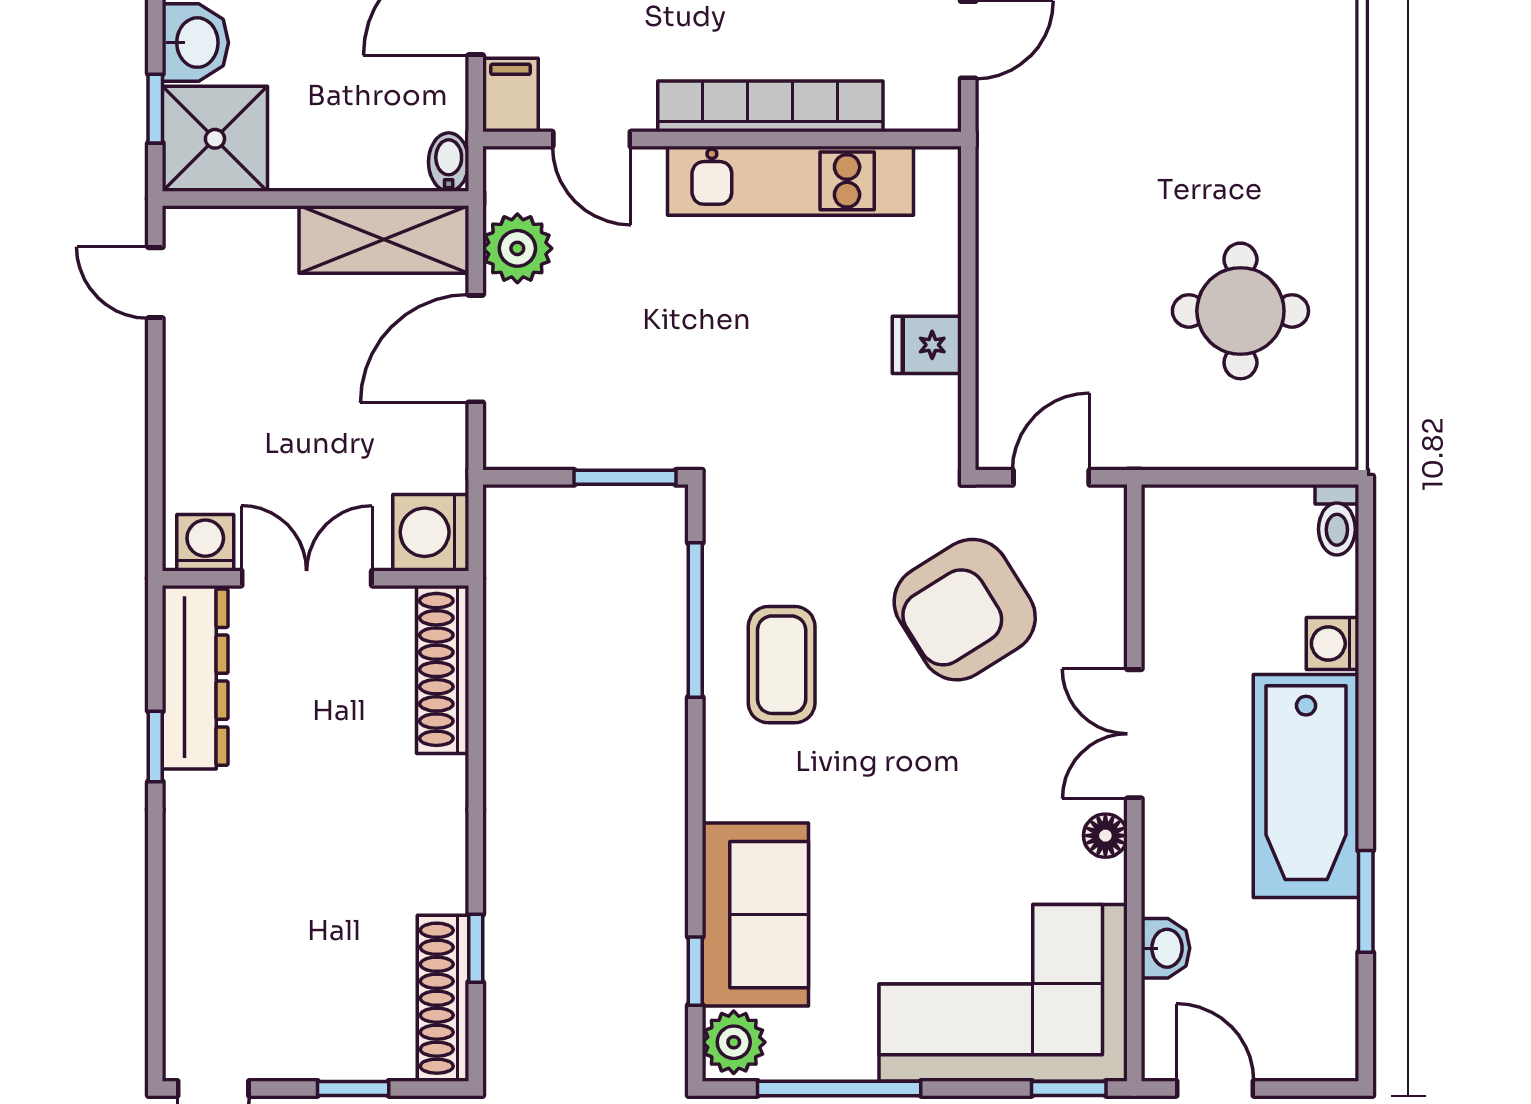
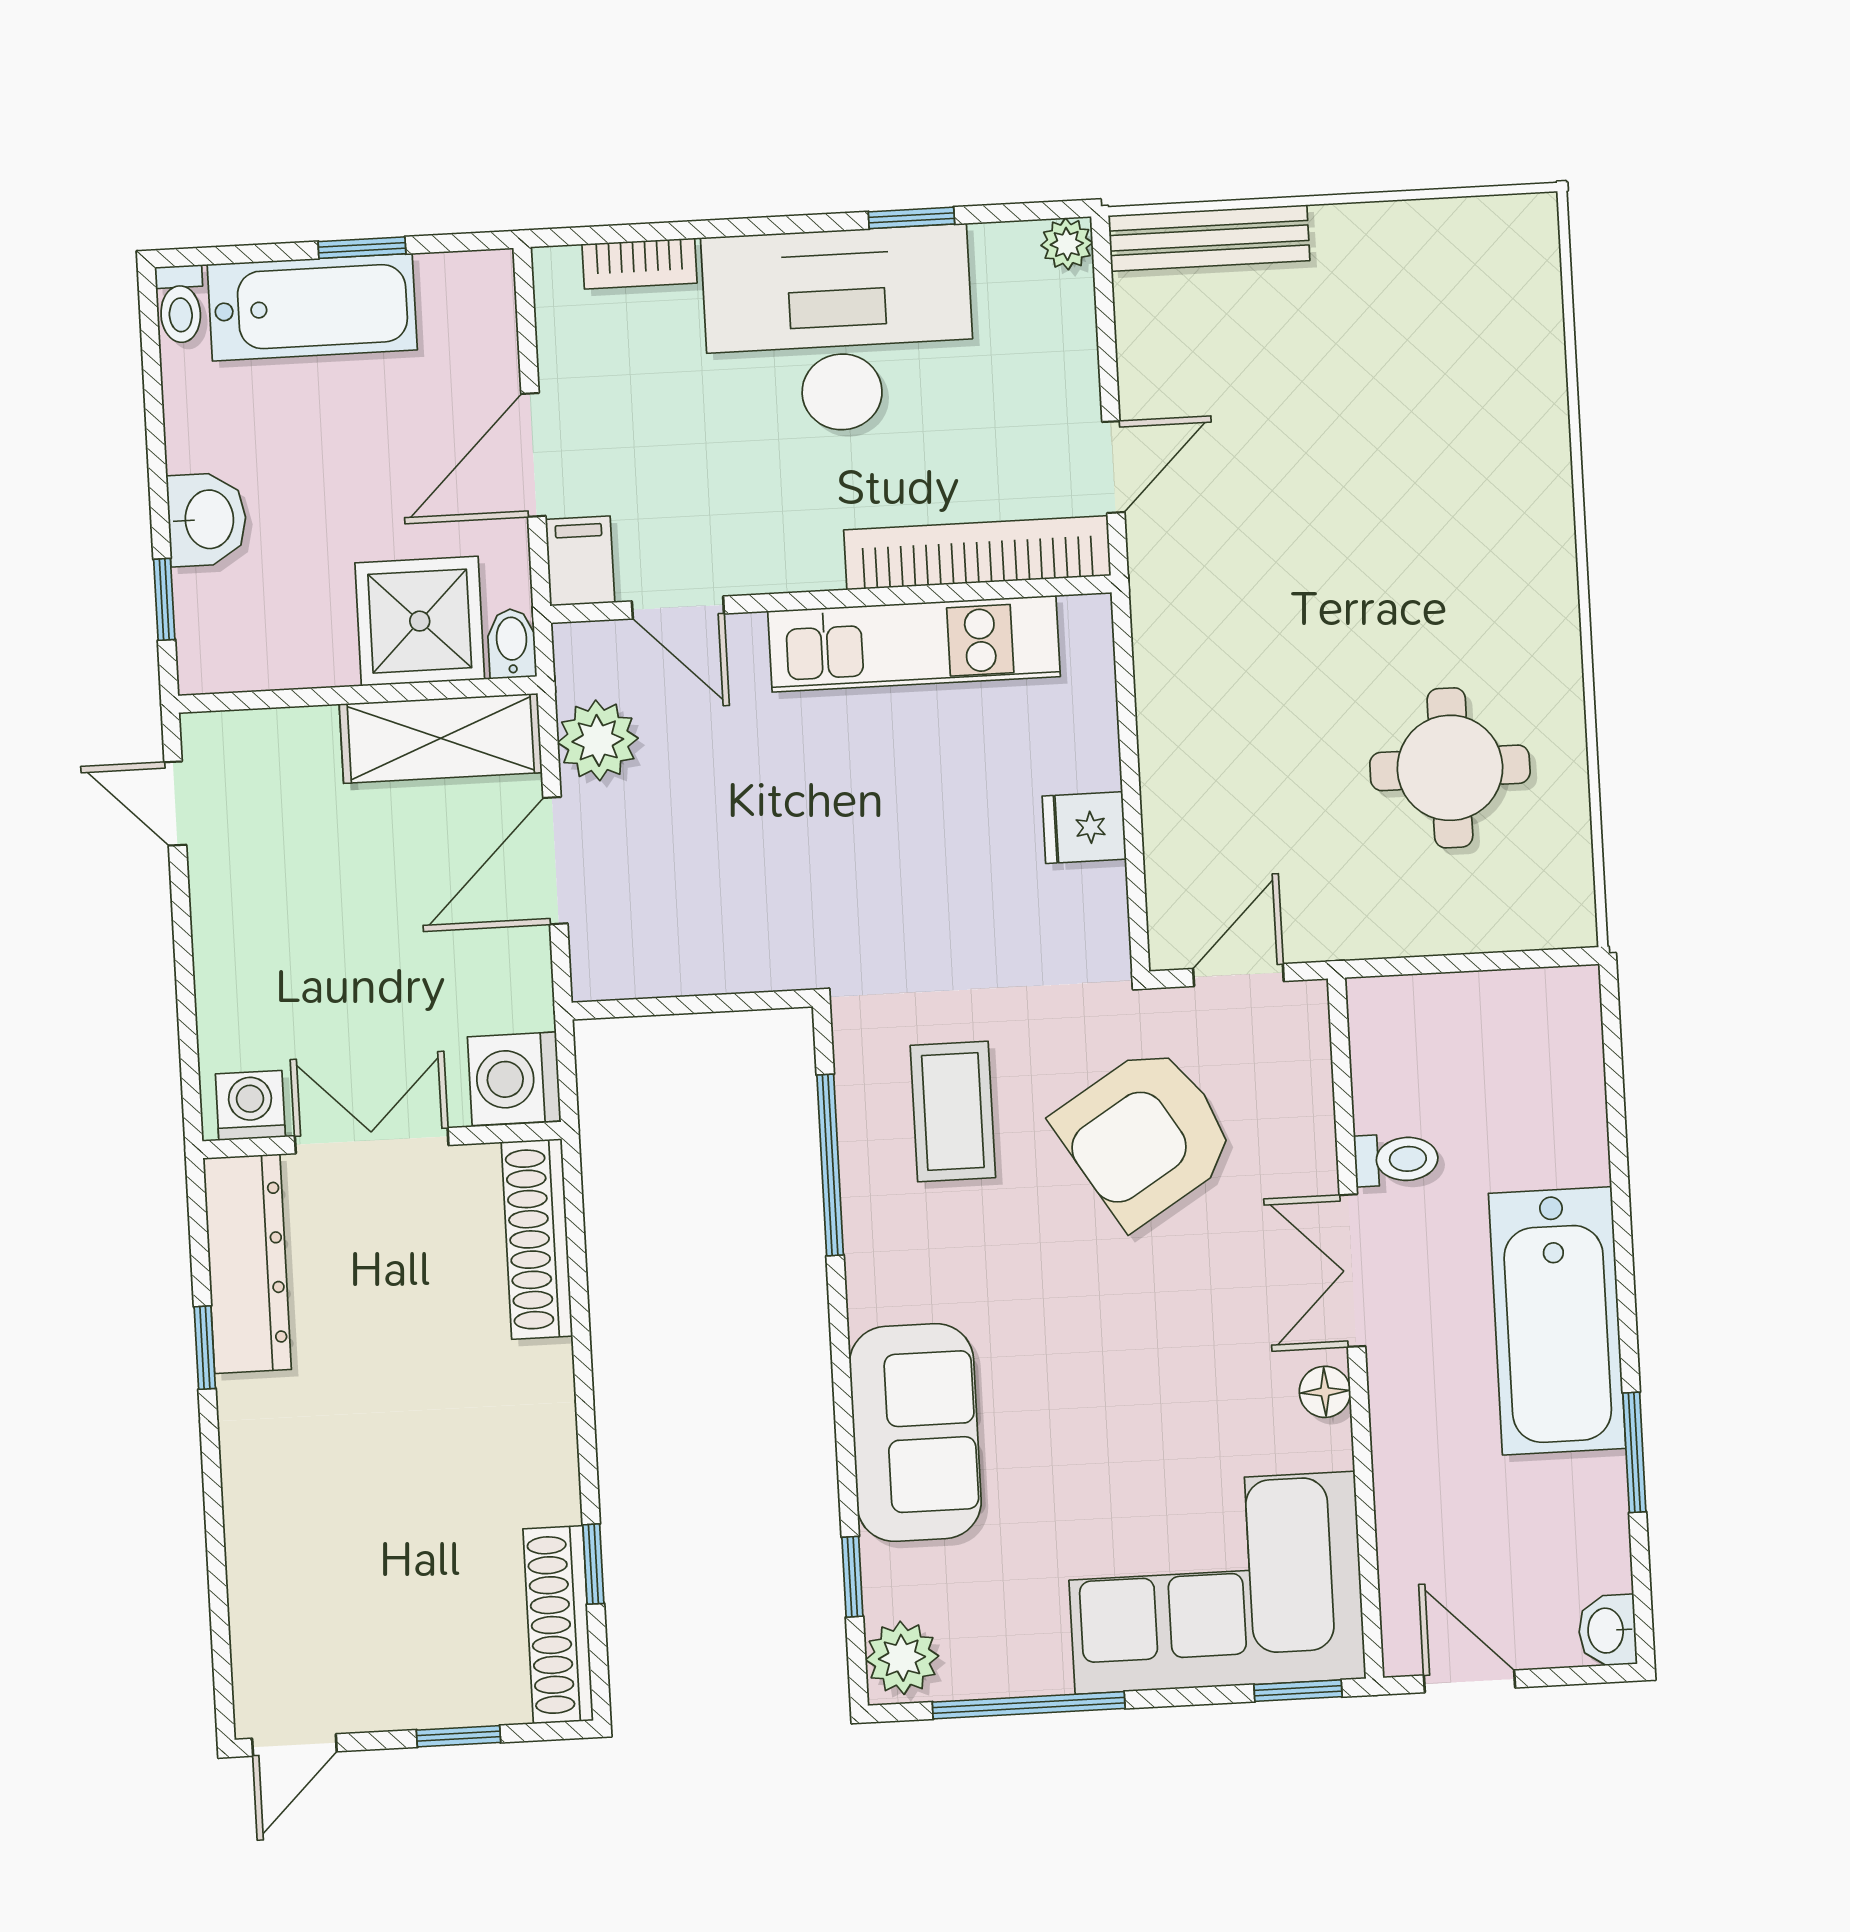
bookcase: (770, 106) -> (977, 553), moved
shower: (215, 139) -> (420, 621), moved
window: (625, 477) -> (739, 1002), removed
toilet: (1337, 520) -> (1396, 1159), moved, turned -90
washing machine: (1332, 644) -> (1579, 1152), removed
coffee table: (782, 665) -> (953, 1112), moved
sofa: (755, 915) -> (915, 1433), moved
washbasin: (1166, 948) -> (1607, 1630), moved, turned 180

